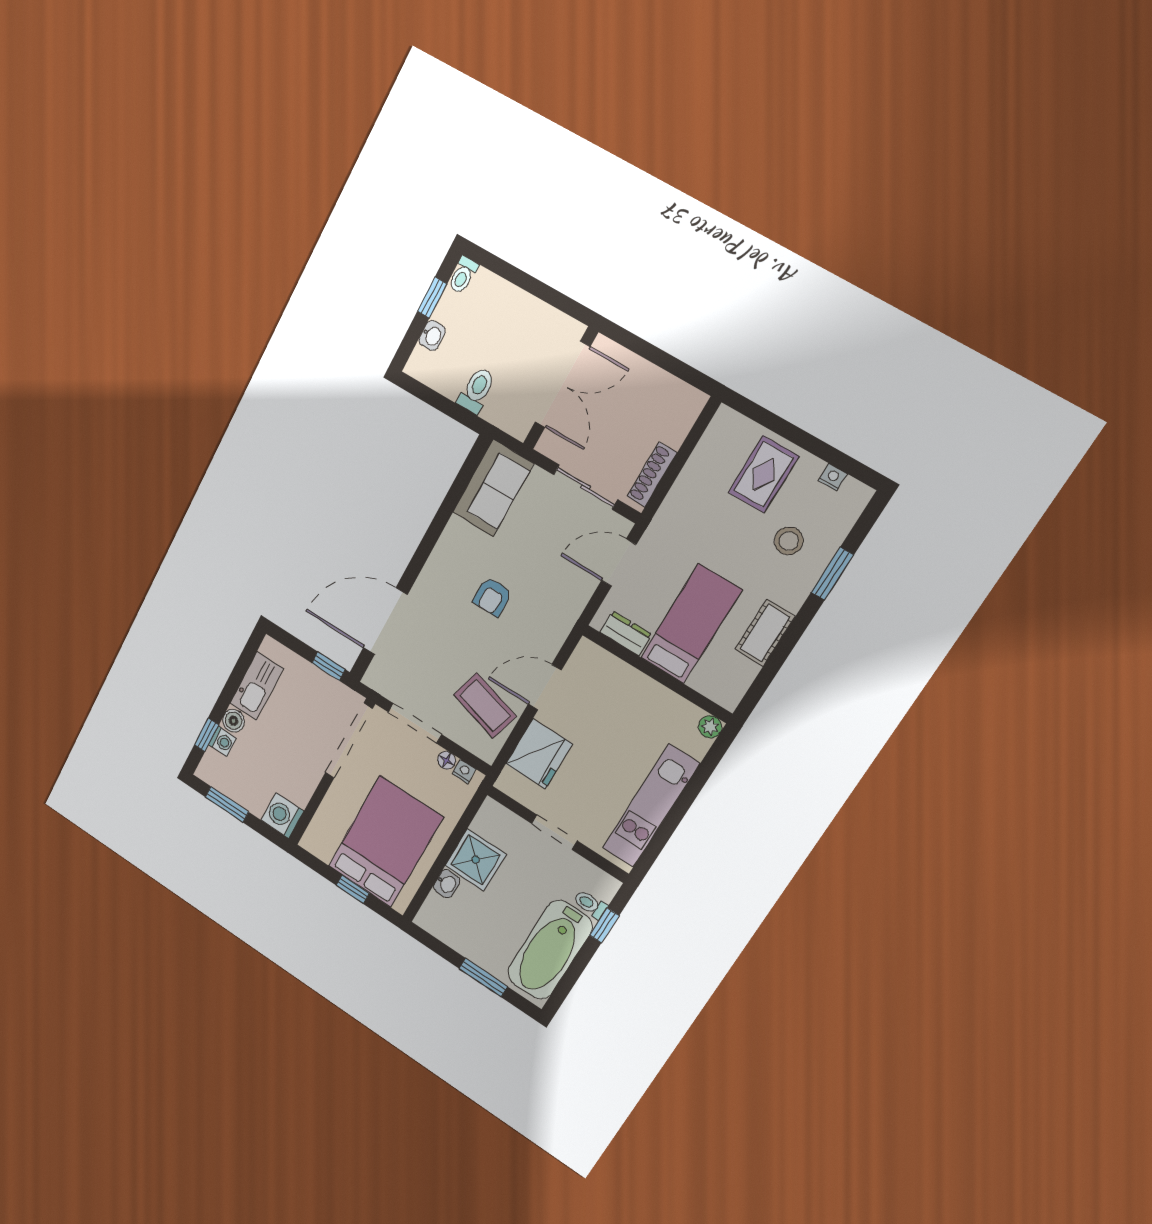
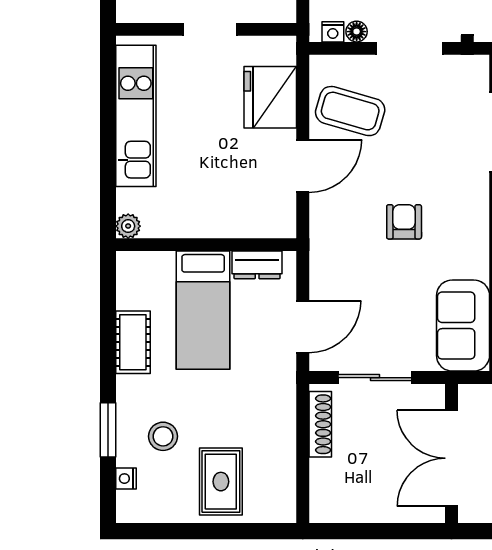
nightstand: (833, 477) -> (126, 479), moved, turned 90

